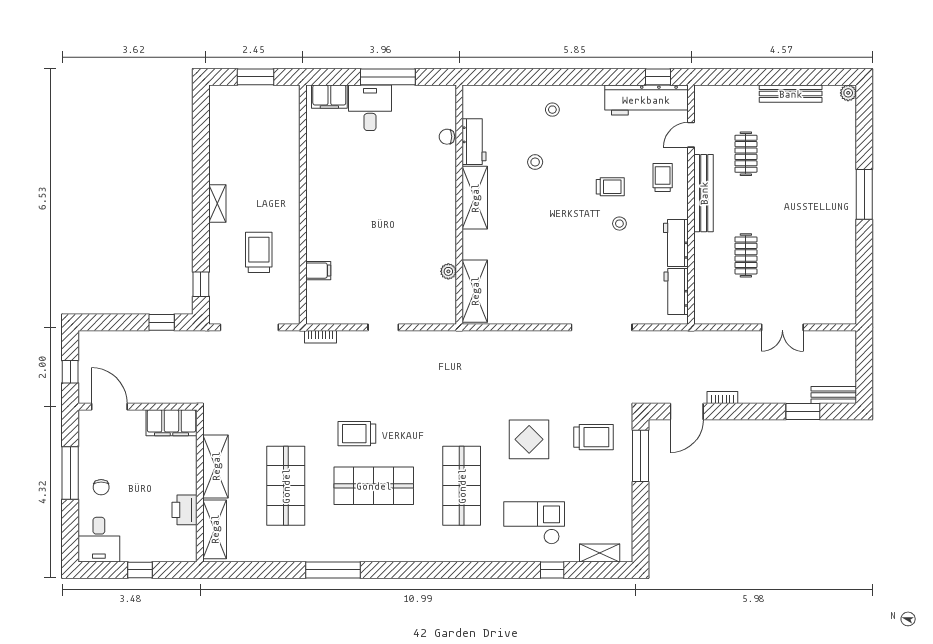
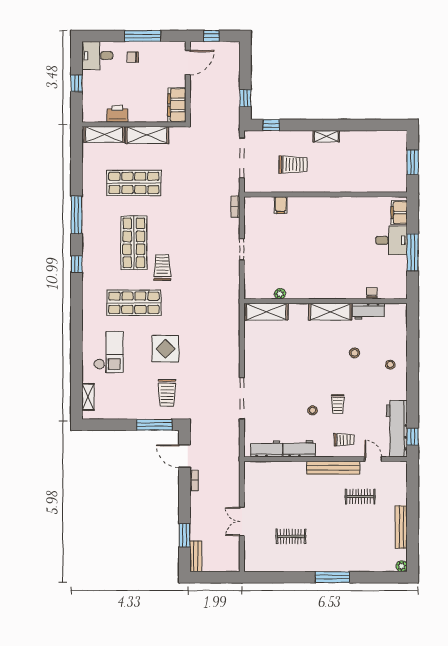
clothes rail: (746, 255) -> (291, 536), moved
trolley: (357, 434) -> (162, 267), moved
window: (552, 570) -> (77, 264), moved

